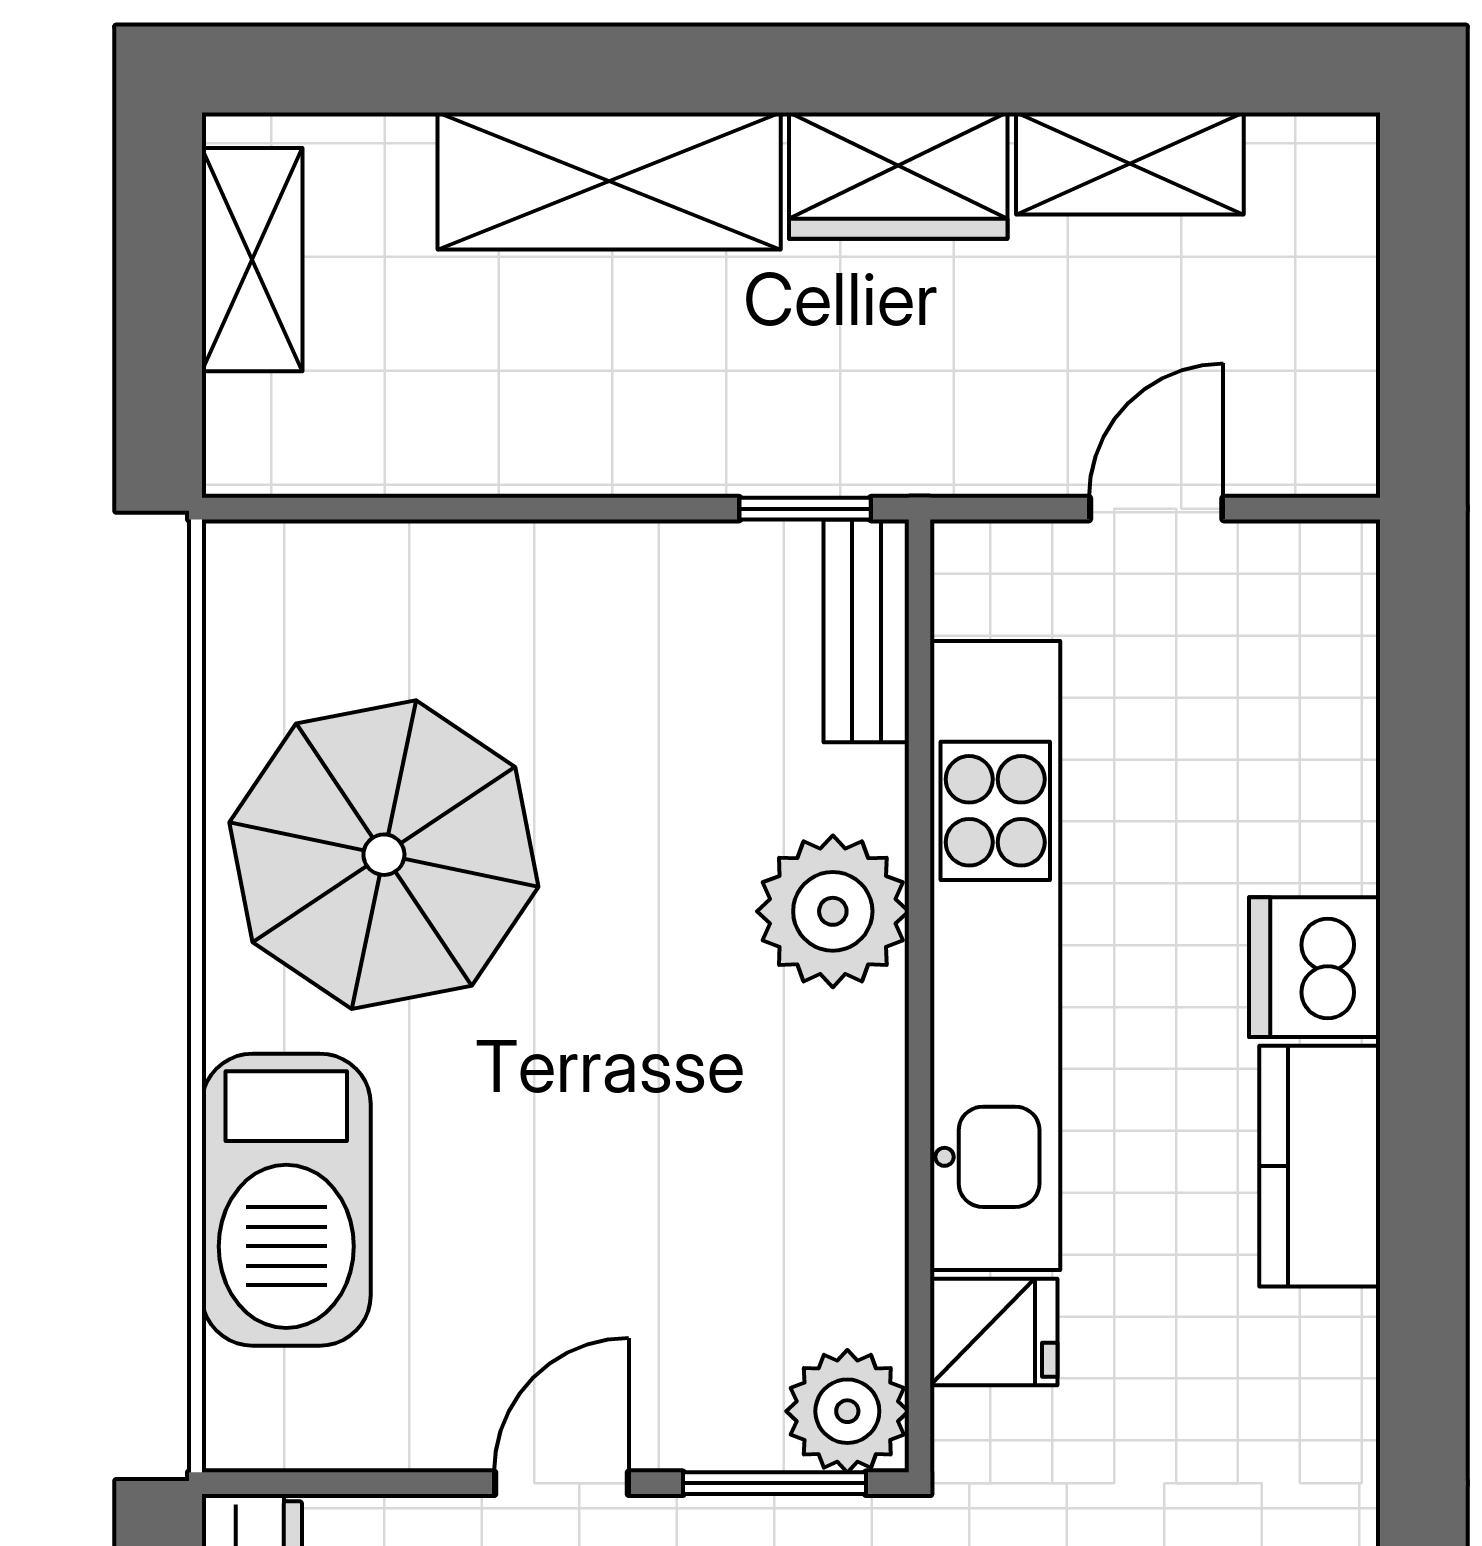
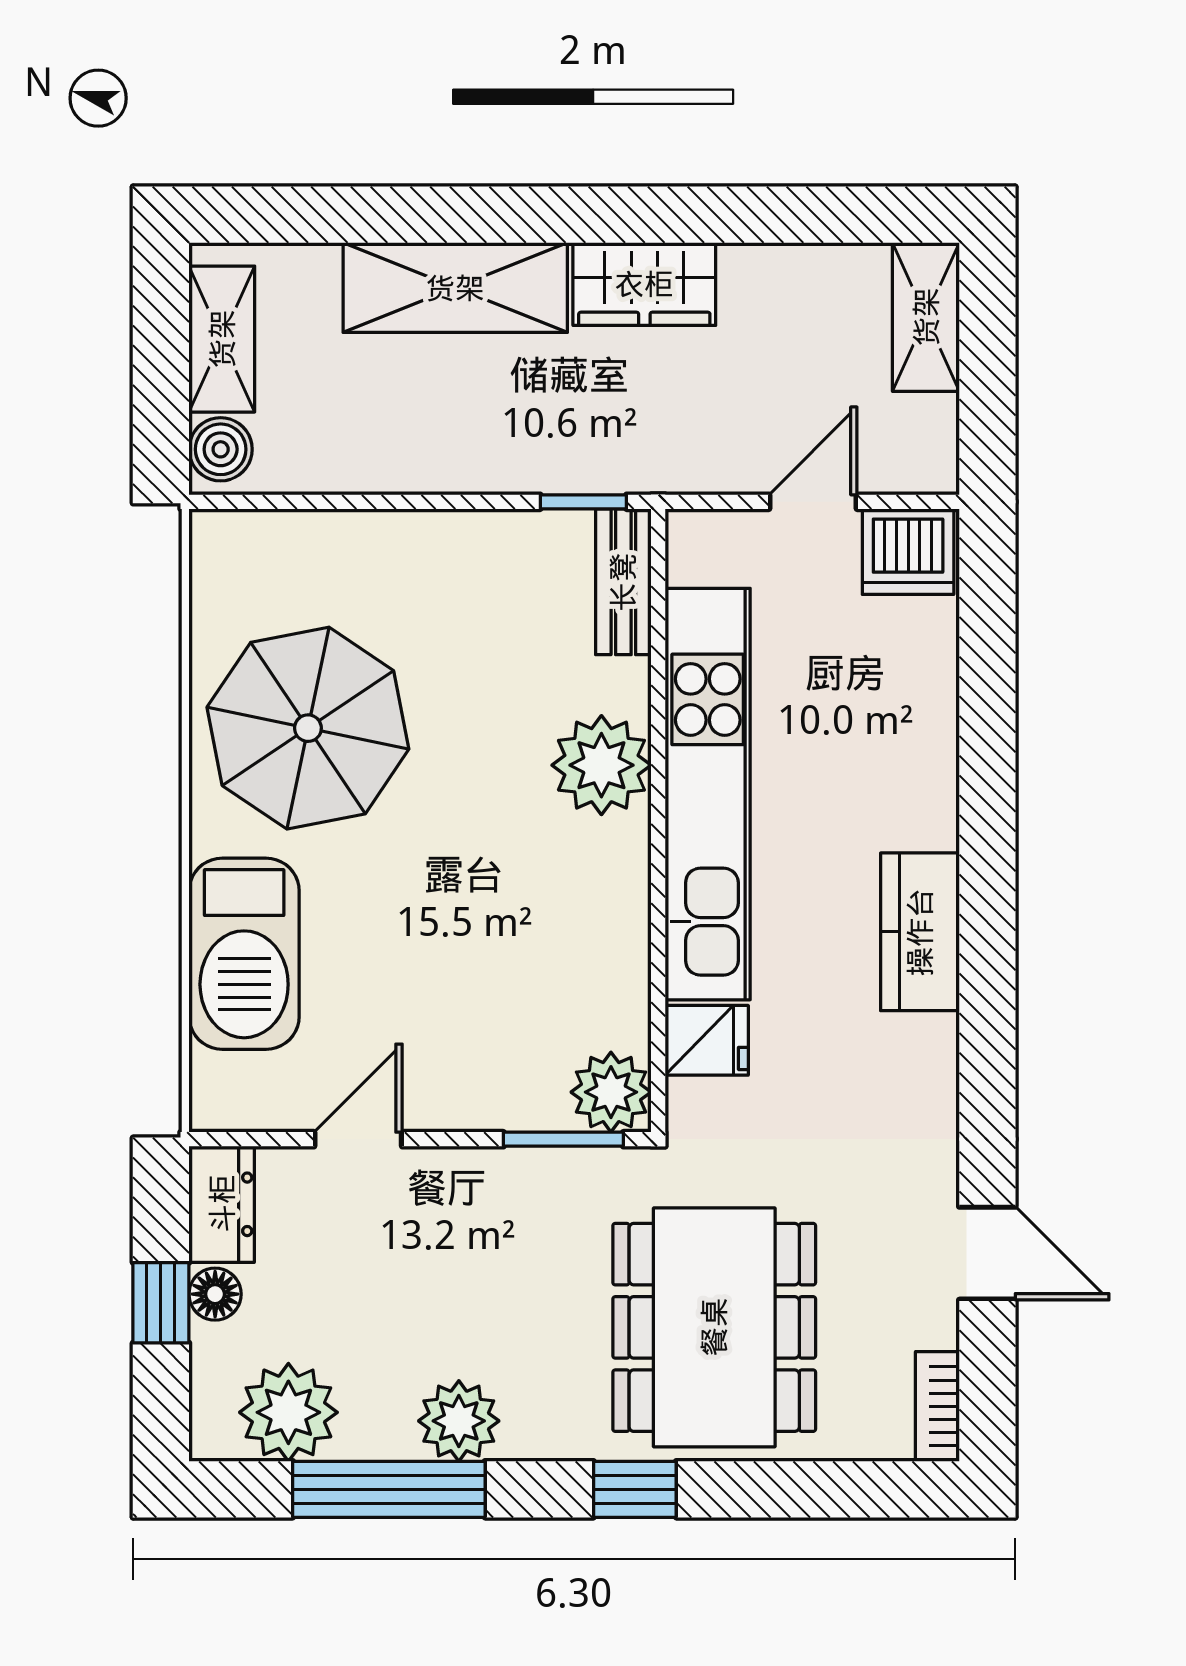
shelving: (1130, 164) -> (926, 317), moved, turned 90
boiler: (250, 428) -> (221, 449), added
dishwasher: (1315, 967) -> (908, 552), moved, turned -90
door: (561, 1483) -> (358, 1139), moved

